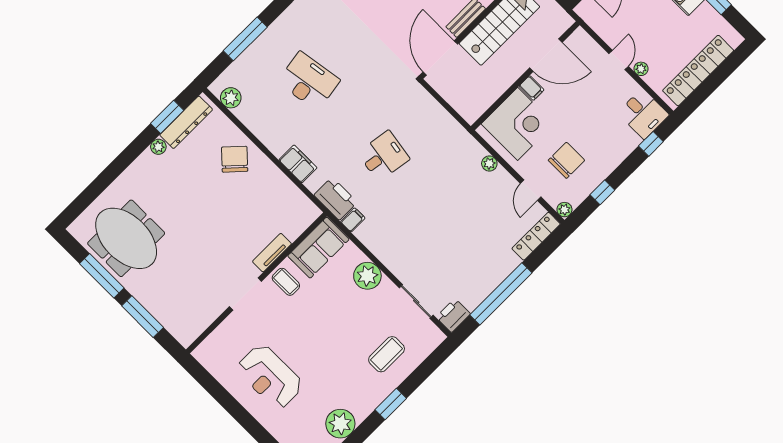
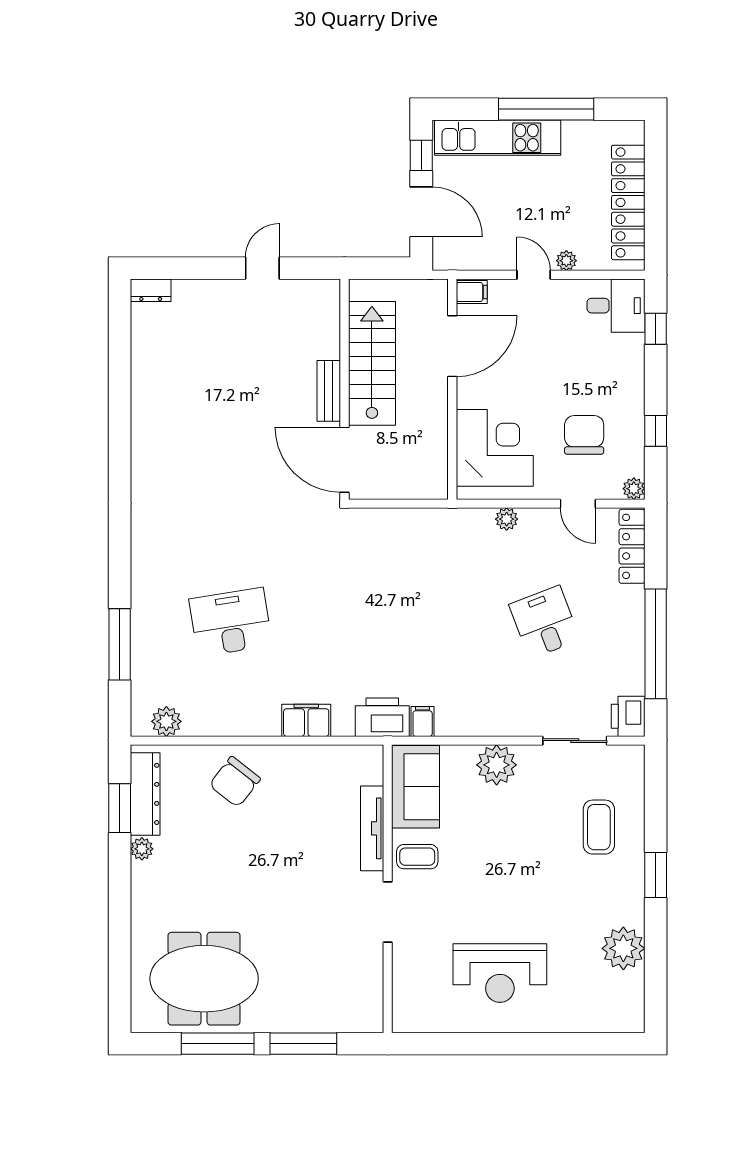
filing cabinet: (532, 88) -> (472, 292), moved
desk: (384, 156) -> (545, 622), moved, turned -30
chair: (235, 159) -> (235, 782), turned -95
tv unit: (272, 253) -> (372, 828), width x1.41

